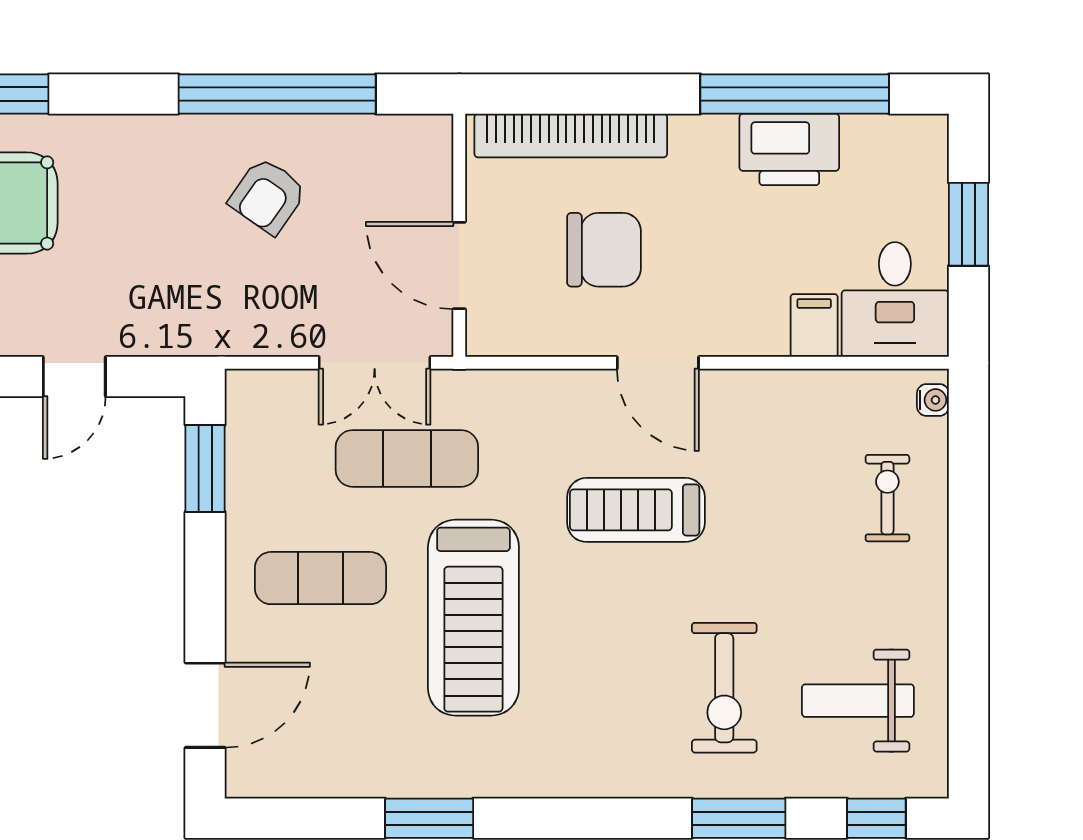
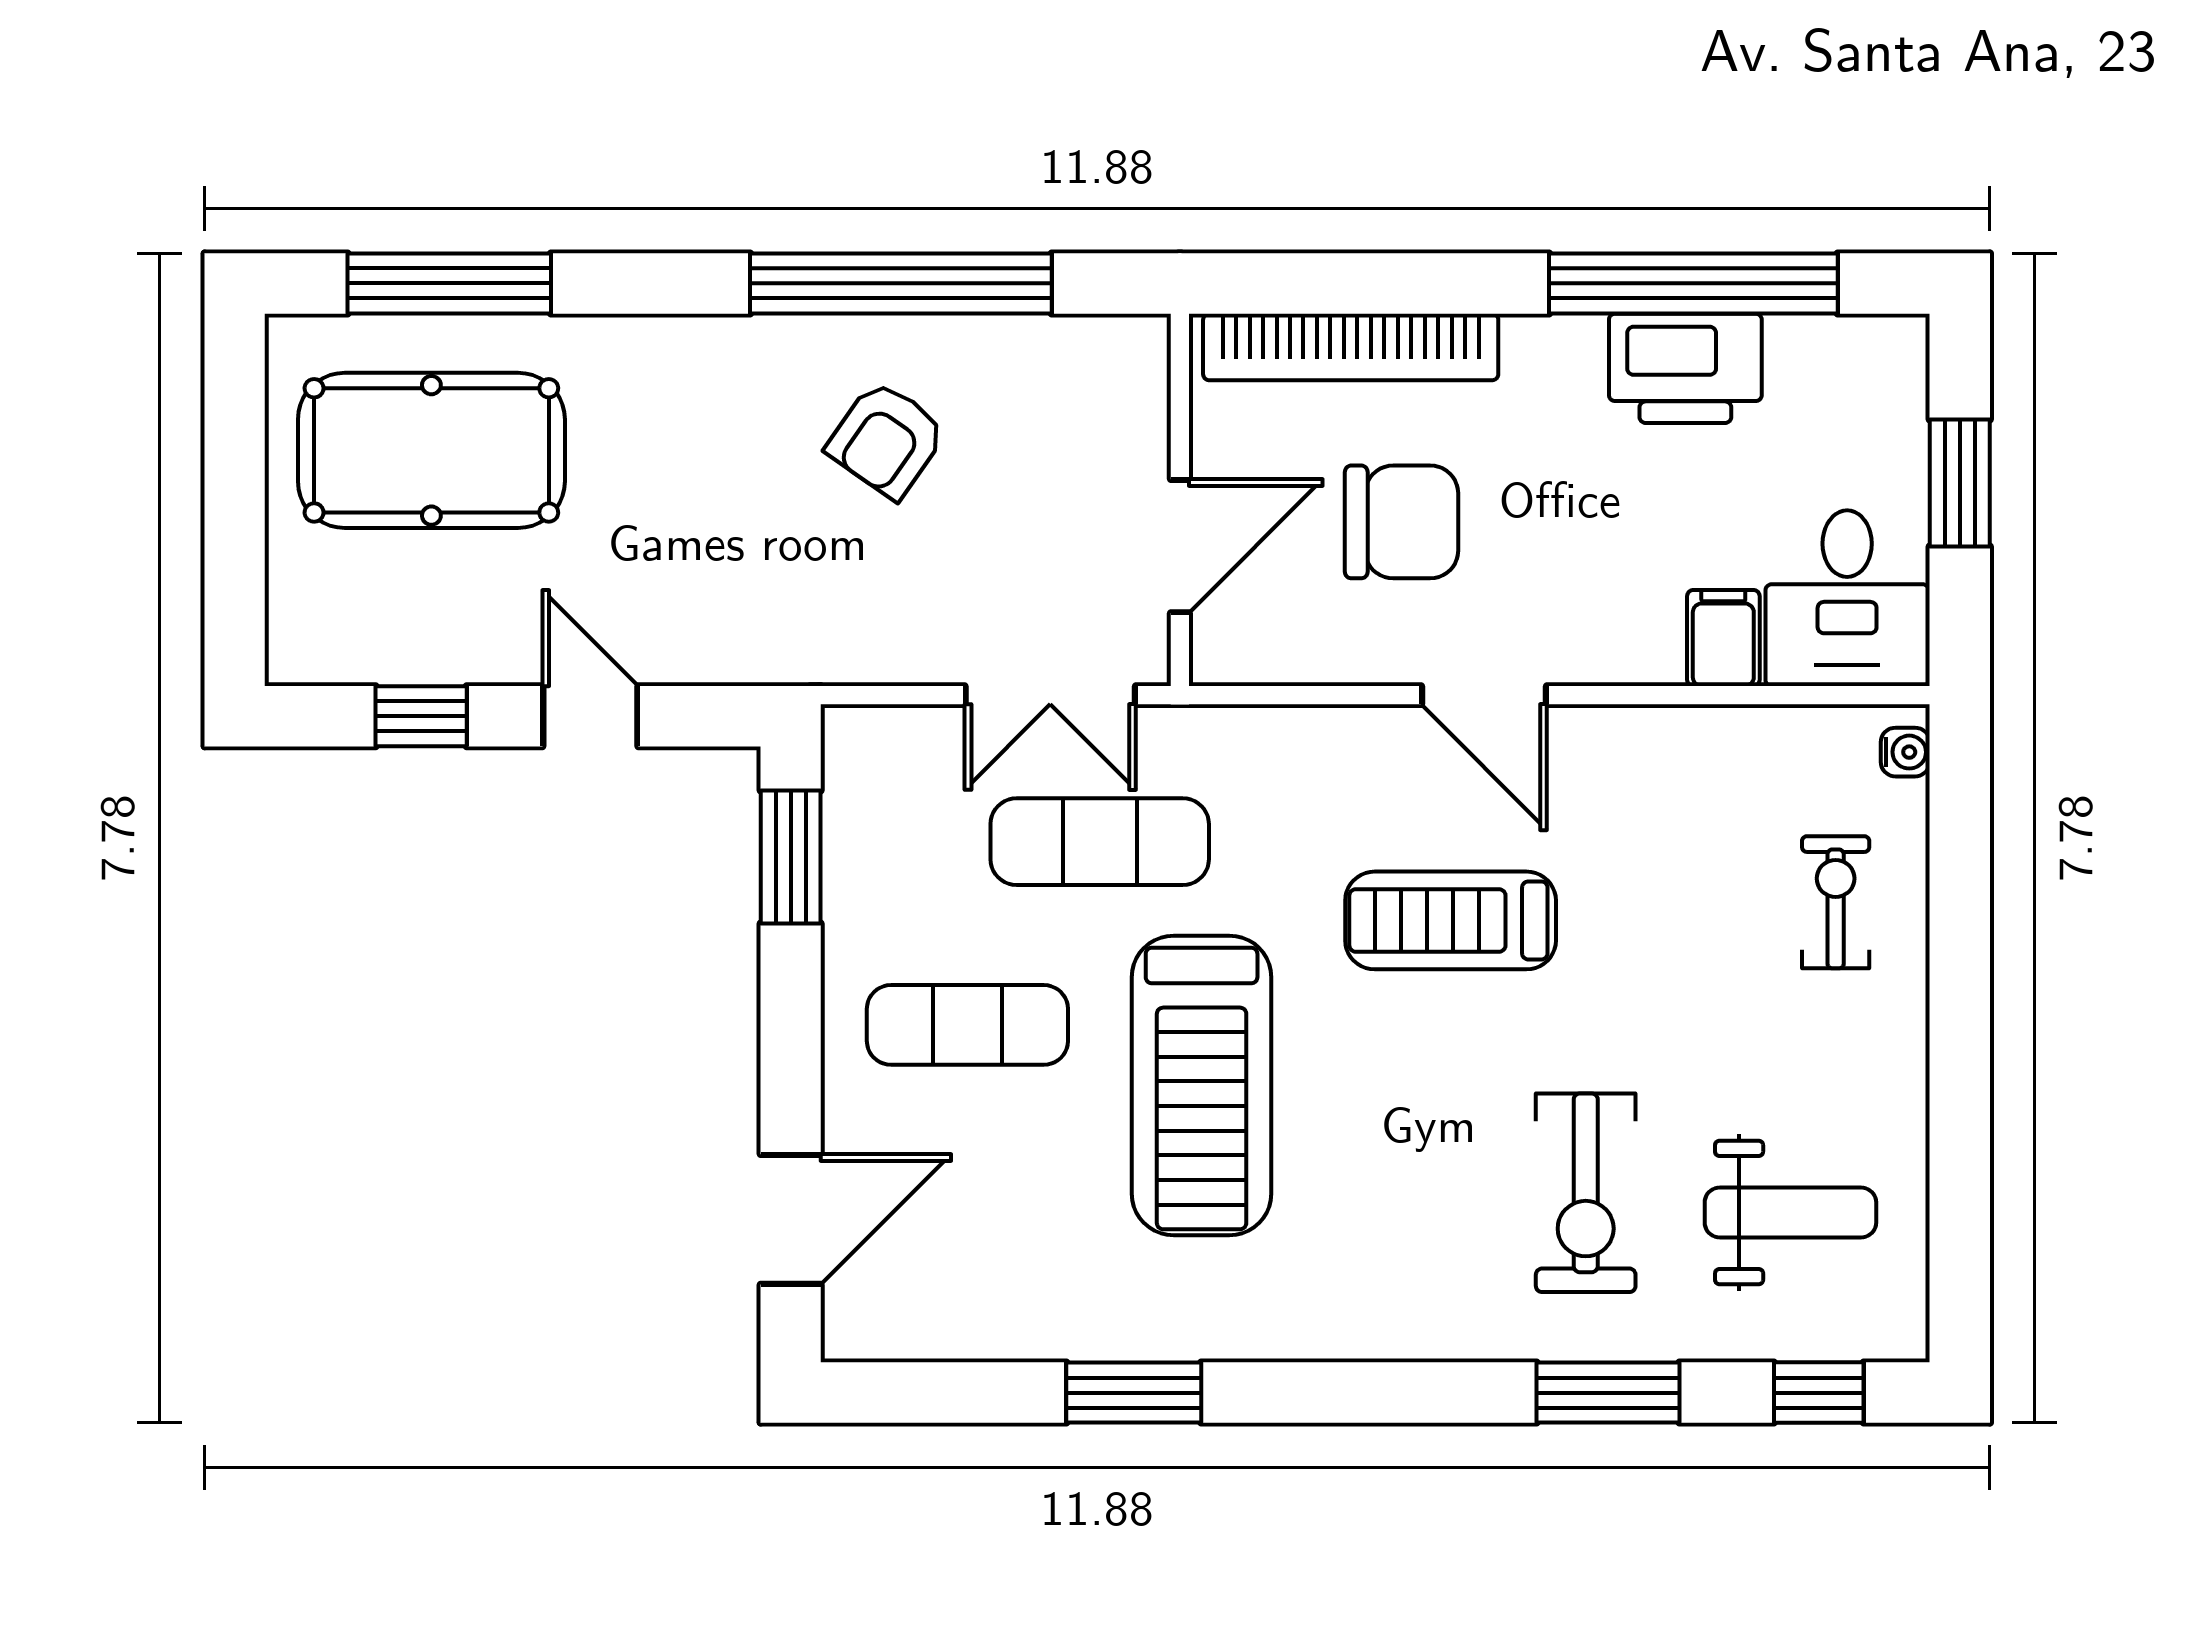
door: (459, 265) -> (1180, 546), swing flipped
door: (74, 377) -> (590, 716), swing flipped
weight bench: (858, 701) -> (1790, 1212), turned 180

